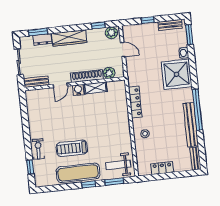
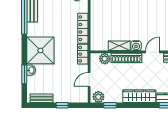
window: (189, 35) -> (24, 74), moved
door: (123, 50) -> (89, 80), hinge flipped
locker: (132, 75) -> (83, 54), added

